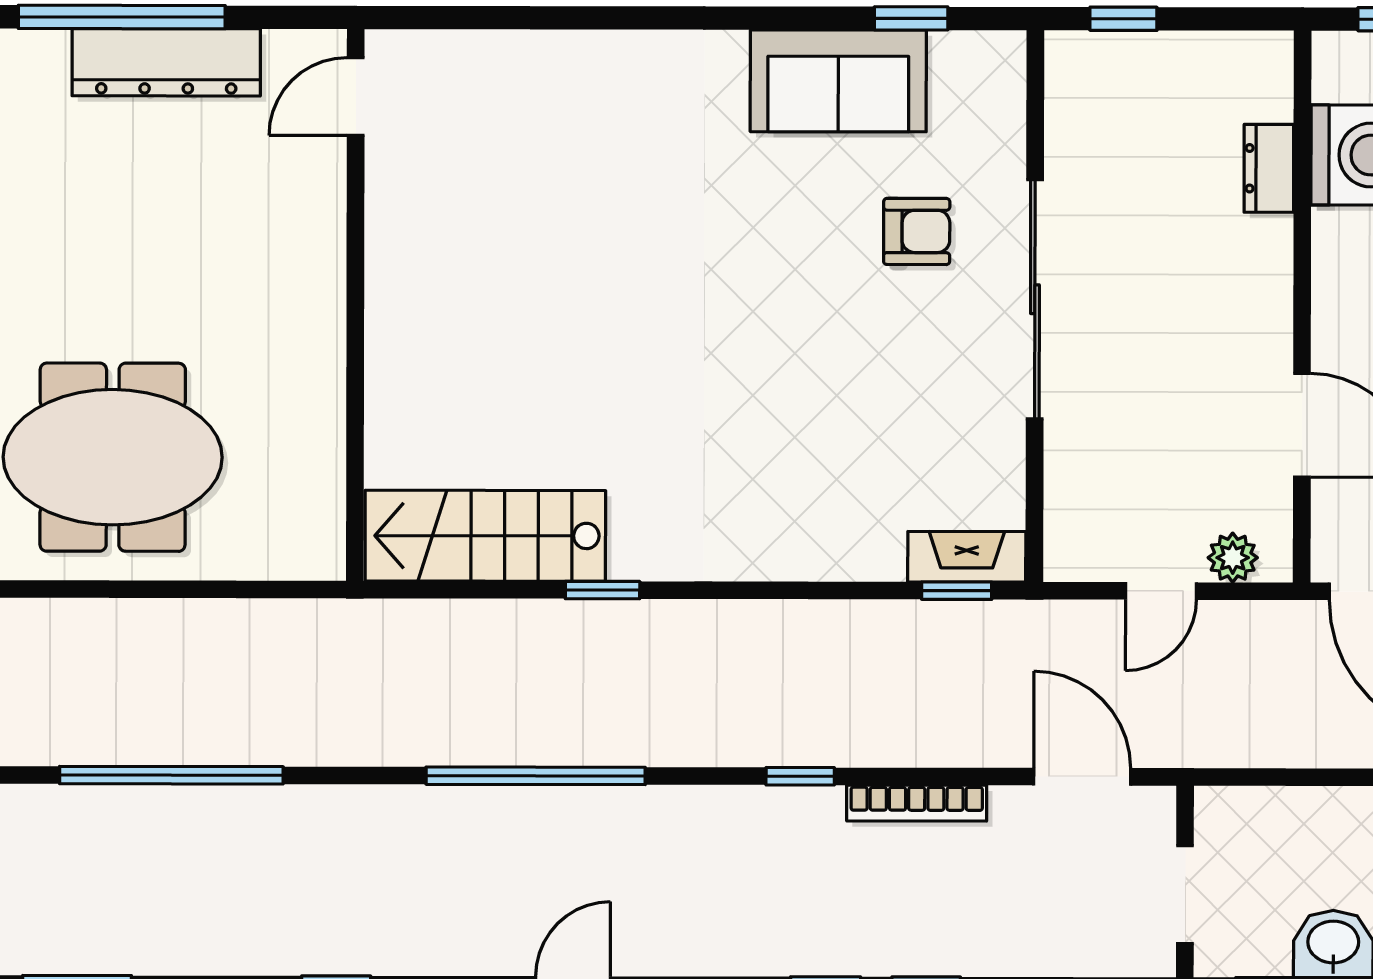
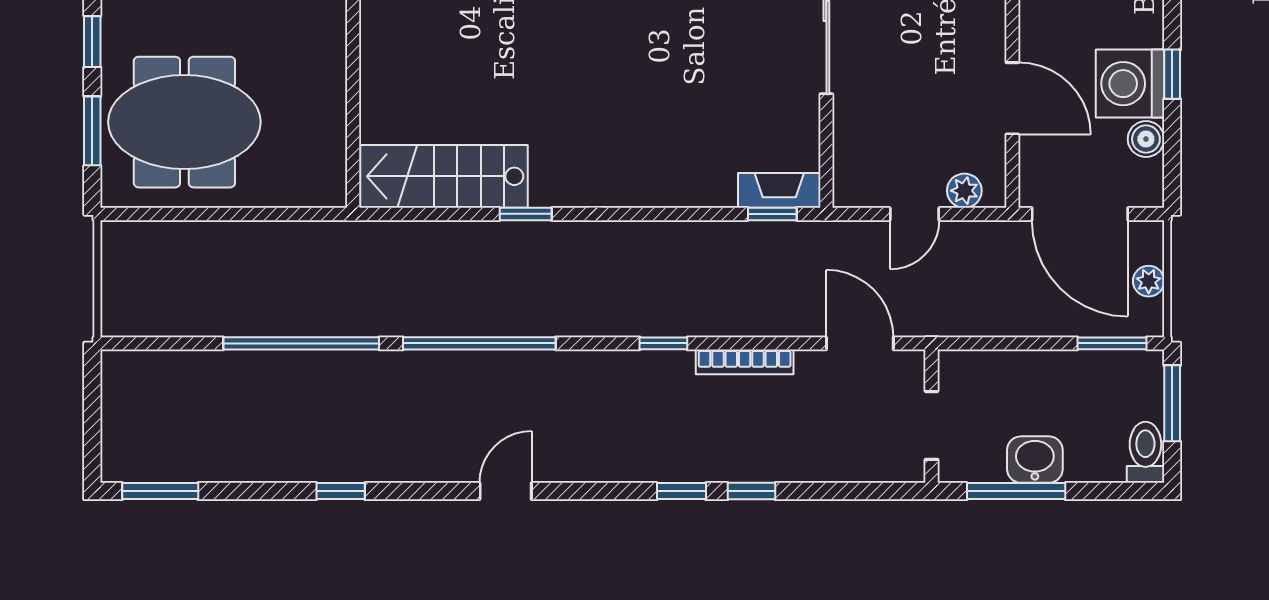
window: (171, 775) -> (301, 343), moved

